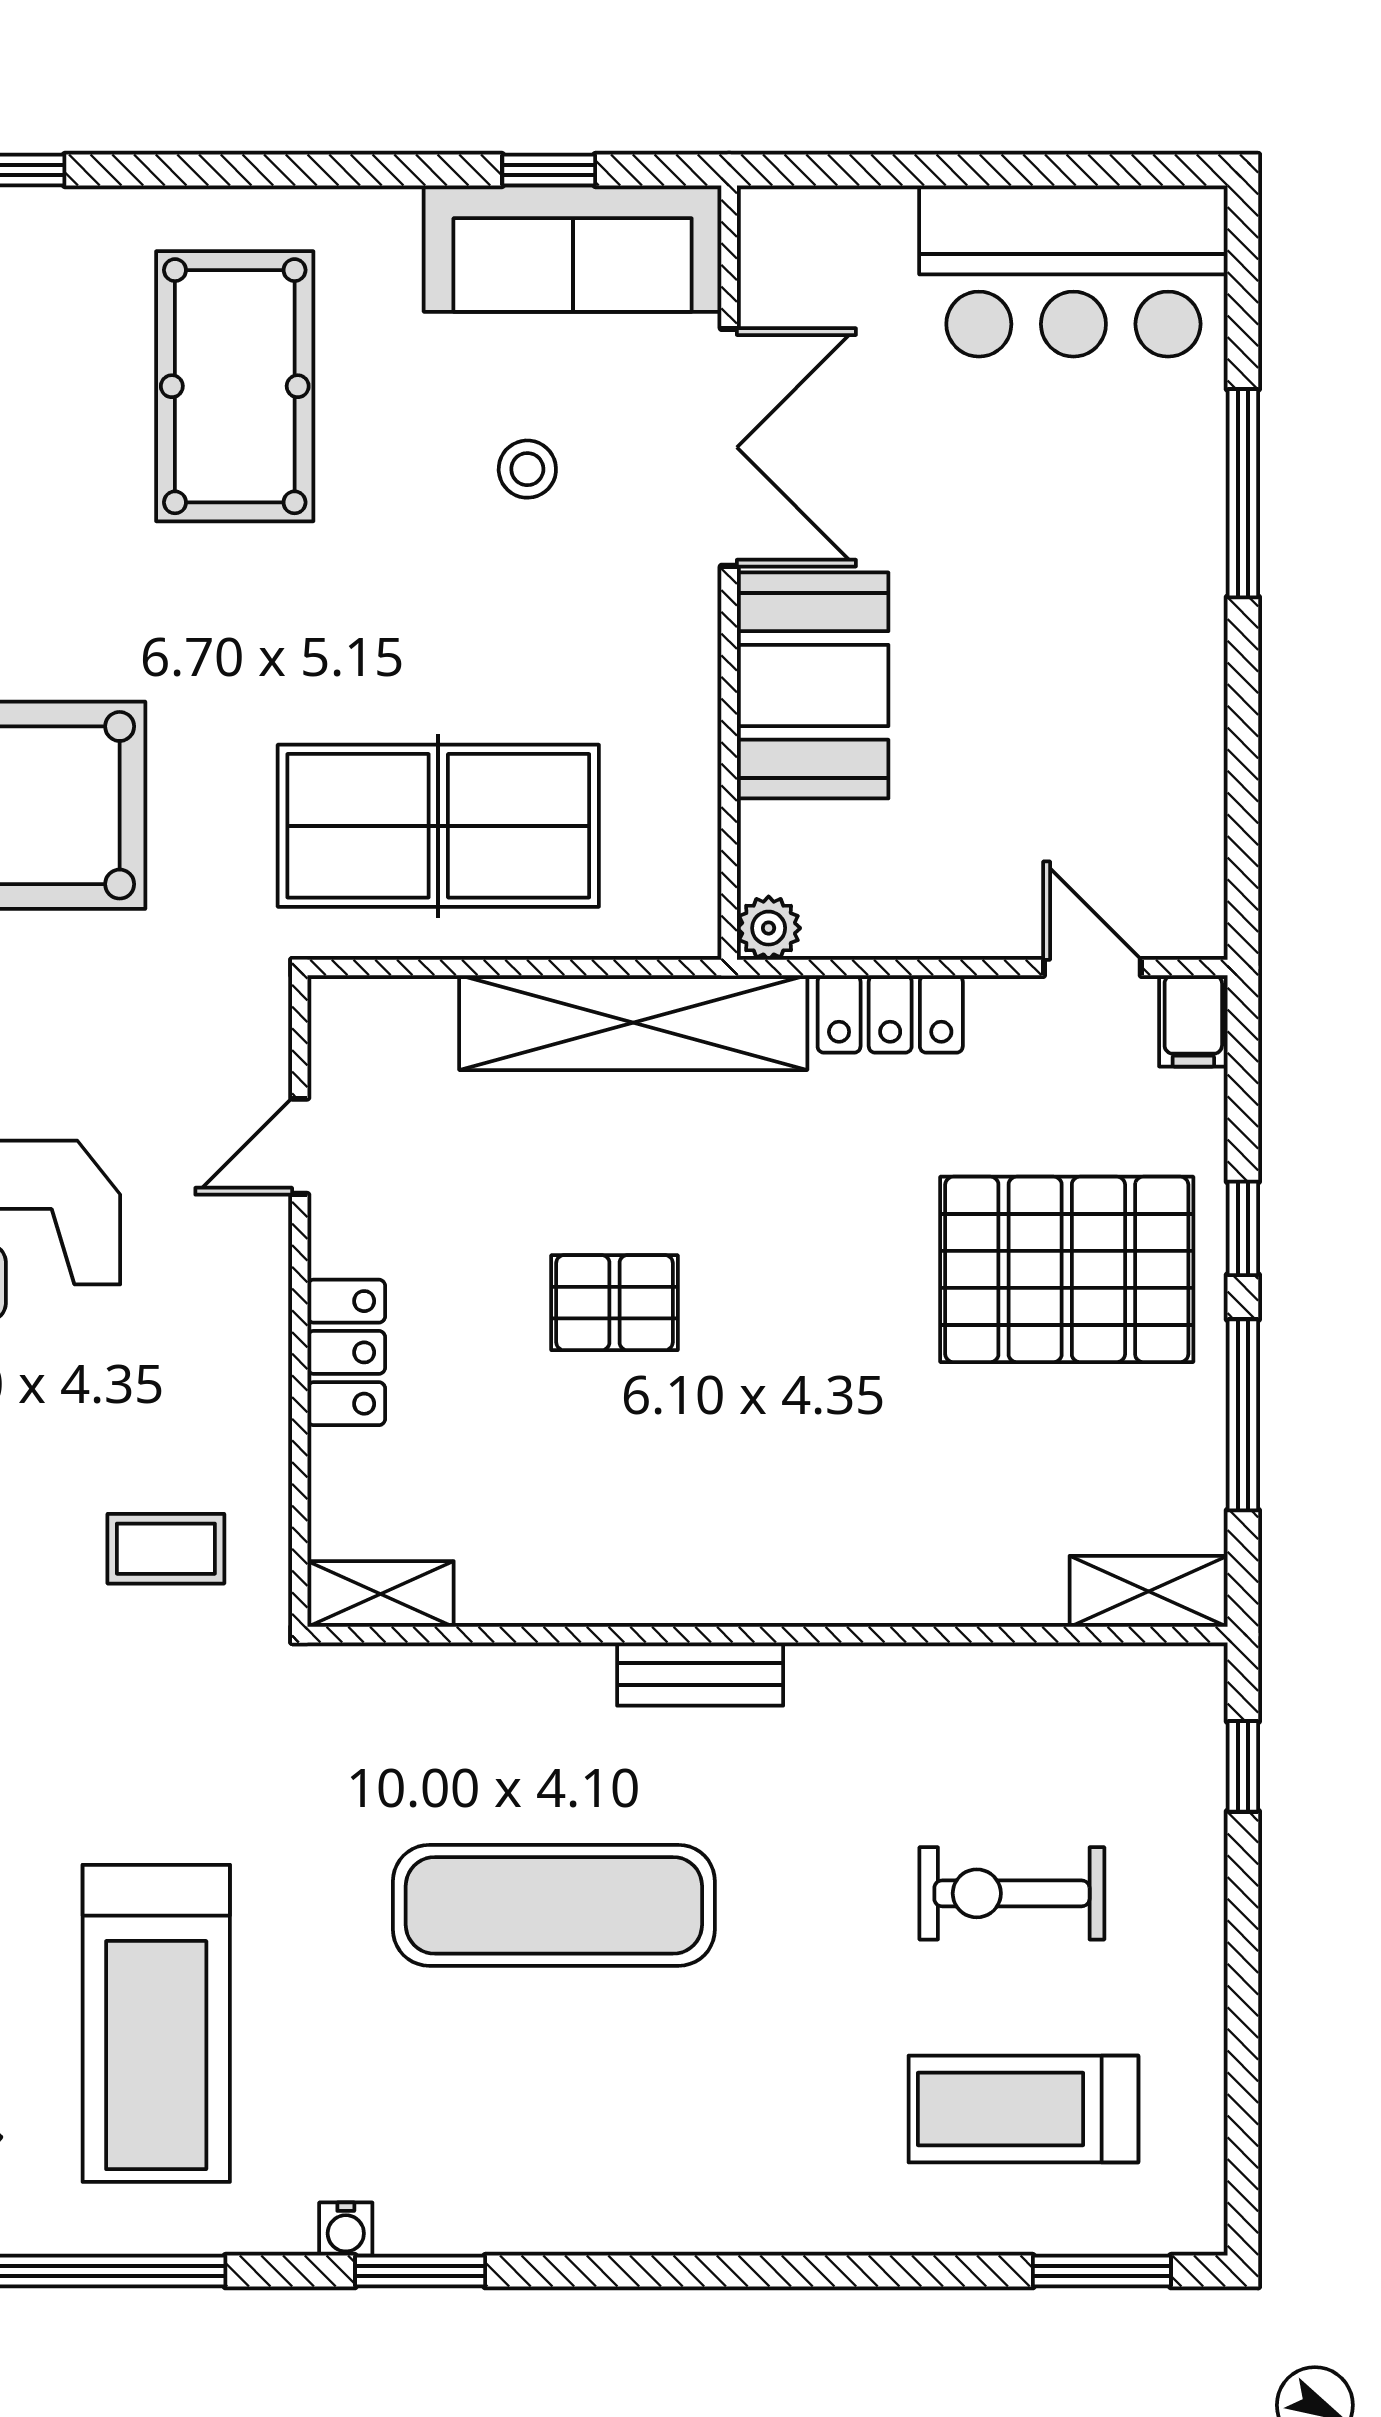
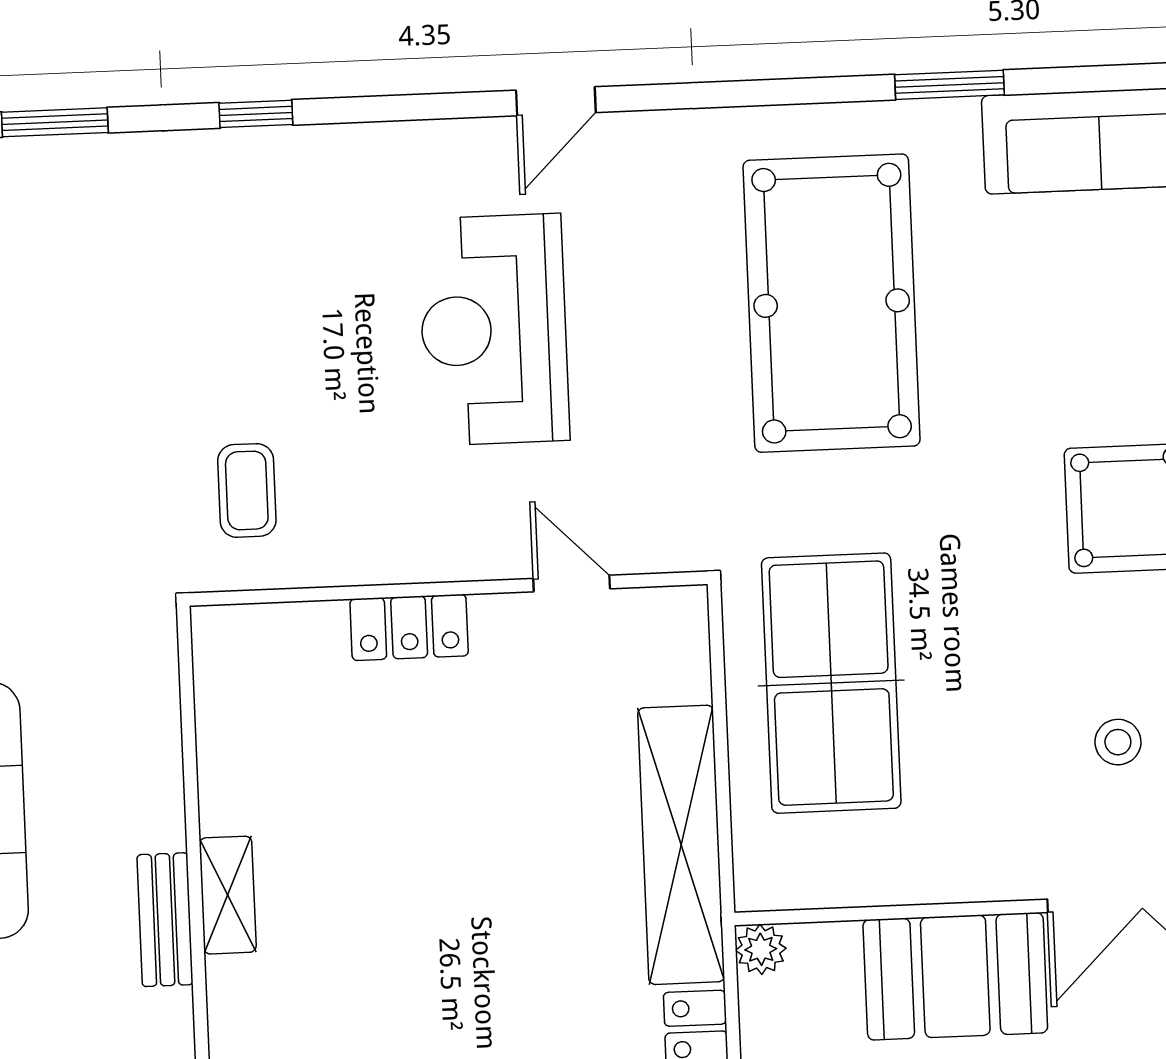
pallet: (615, 1303) -> (458, 839), removed
shelving: (381, 1594) -> (228, 895), moved

